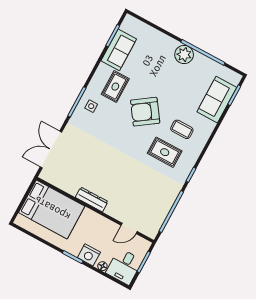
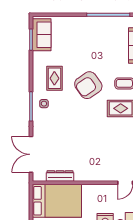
sofa: (119, 50) -> (42, 35), moved
plant: (184, 54) -> (94, 24), removed
dresser: (92, 199) -> (60, 176), moved

